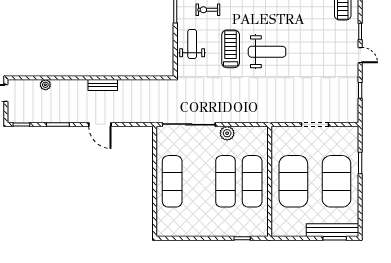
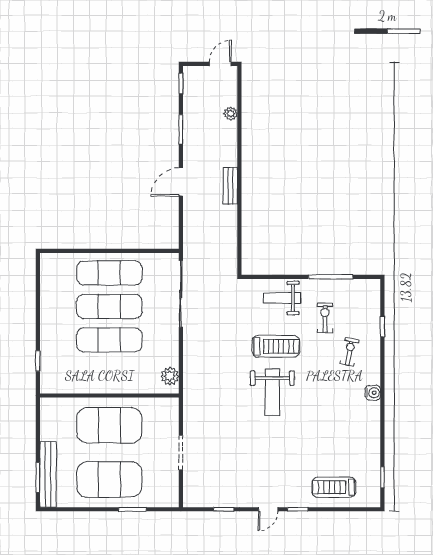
weight bench: (192, 44) -> (282, 298), turned 180
plant: (227, 133) -> (170, 376), moved
exercise mat: (252, 181) -> (109, 306), moved

